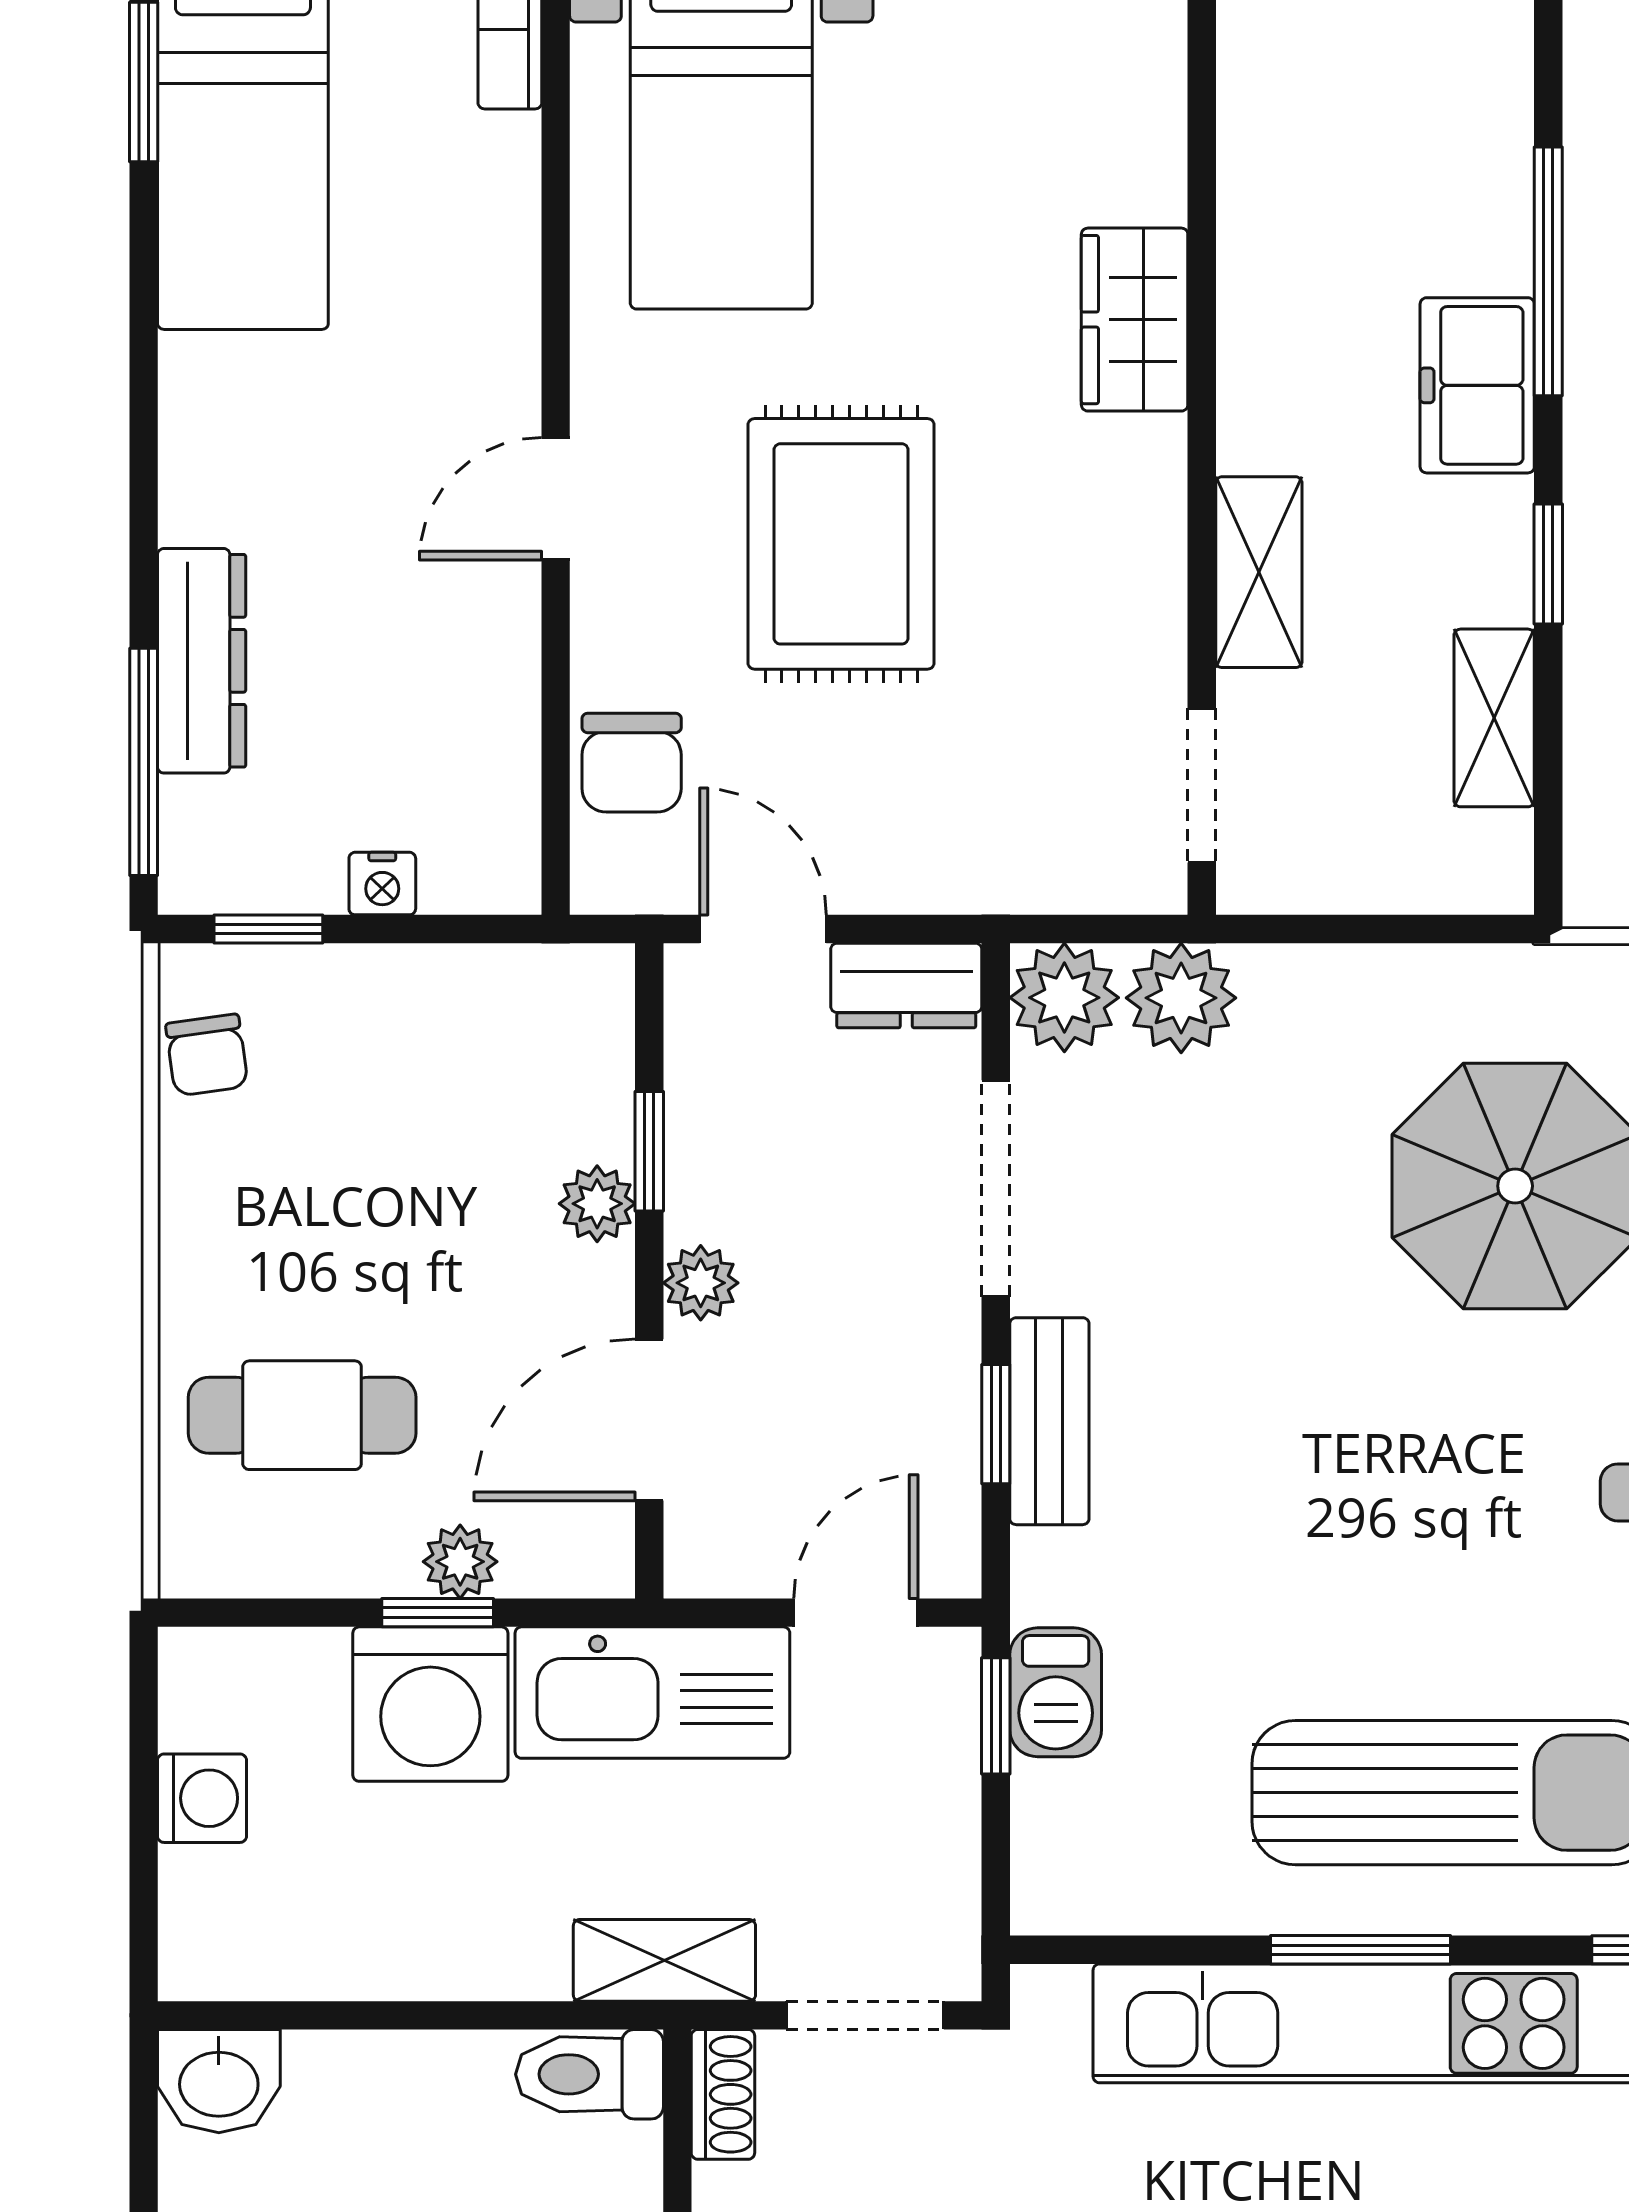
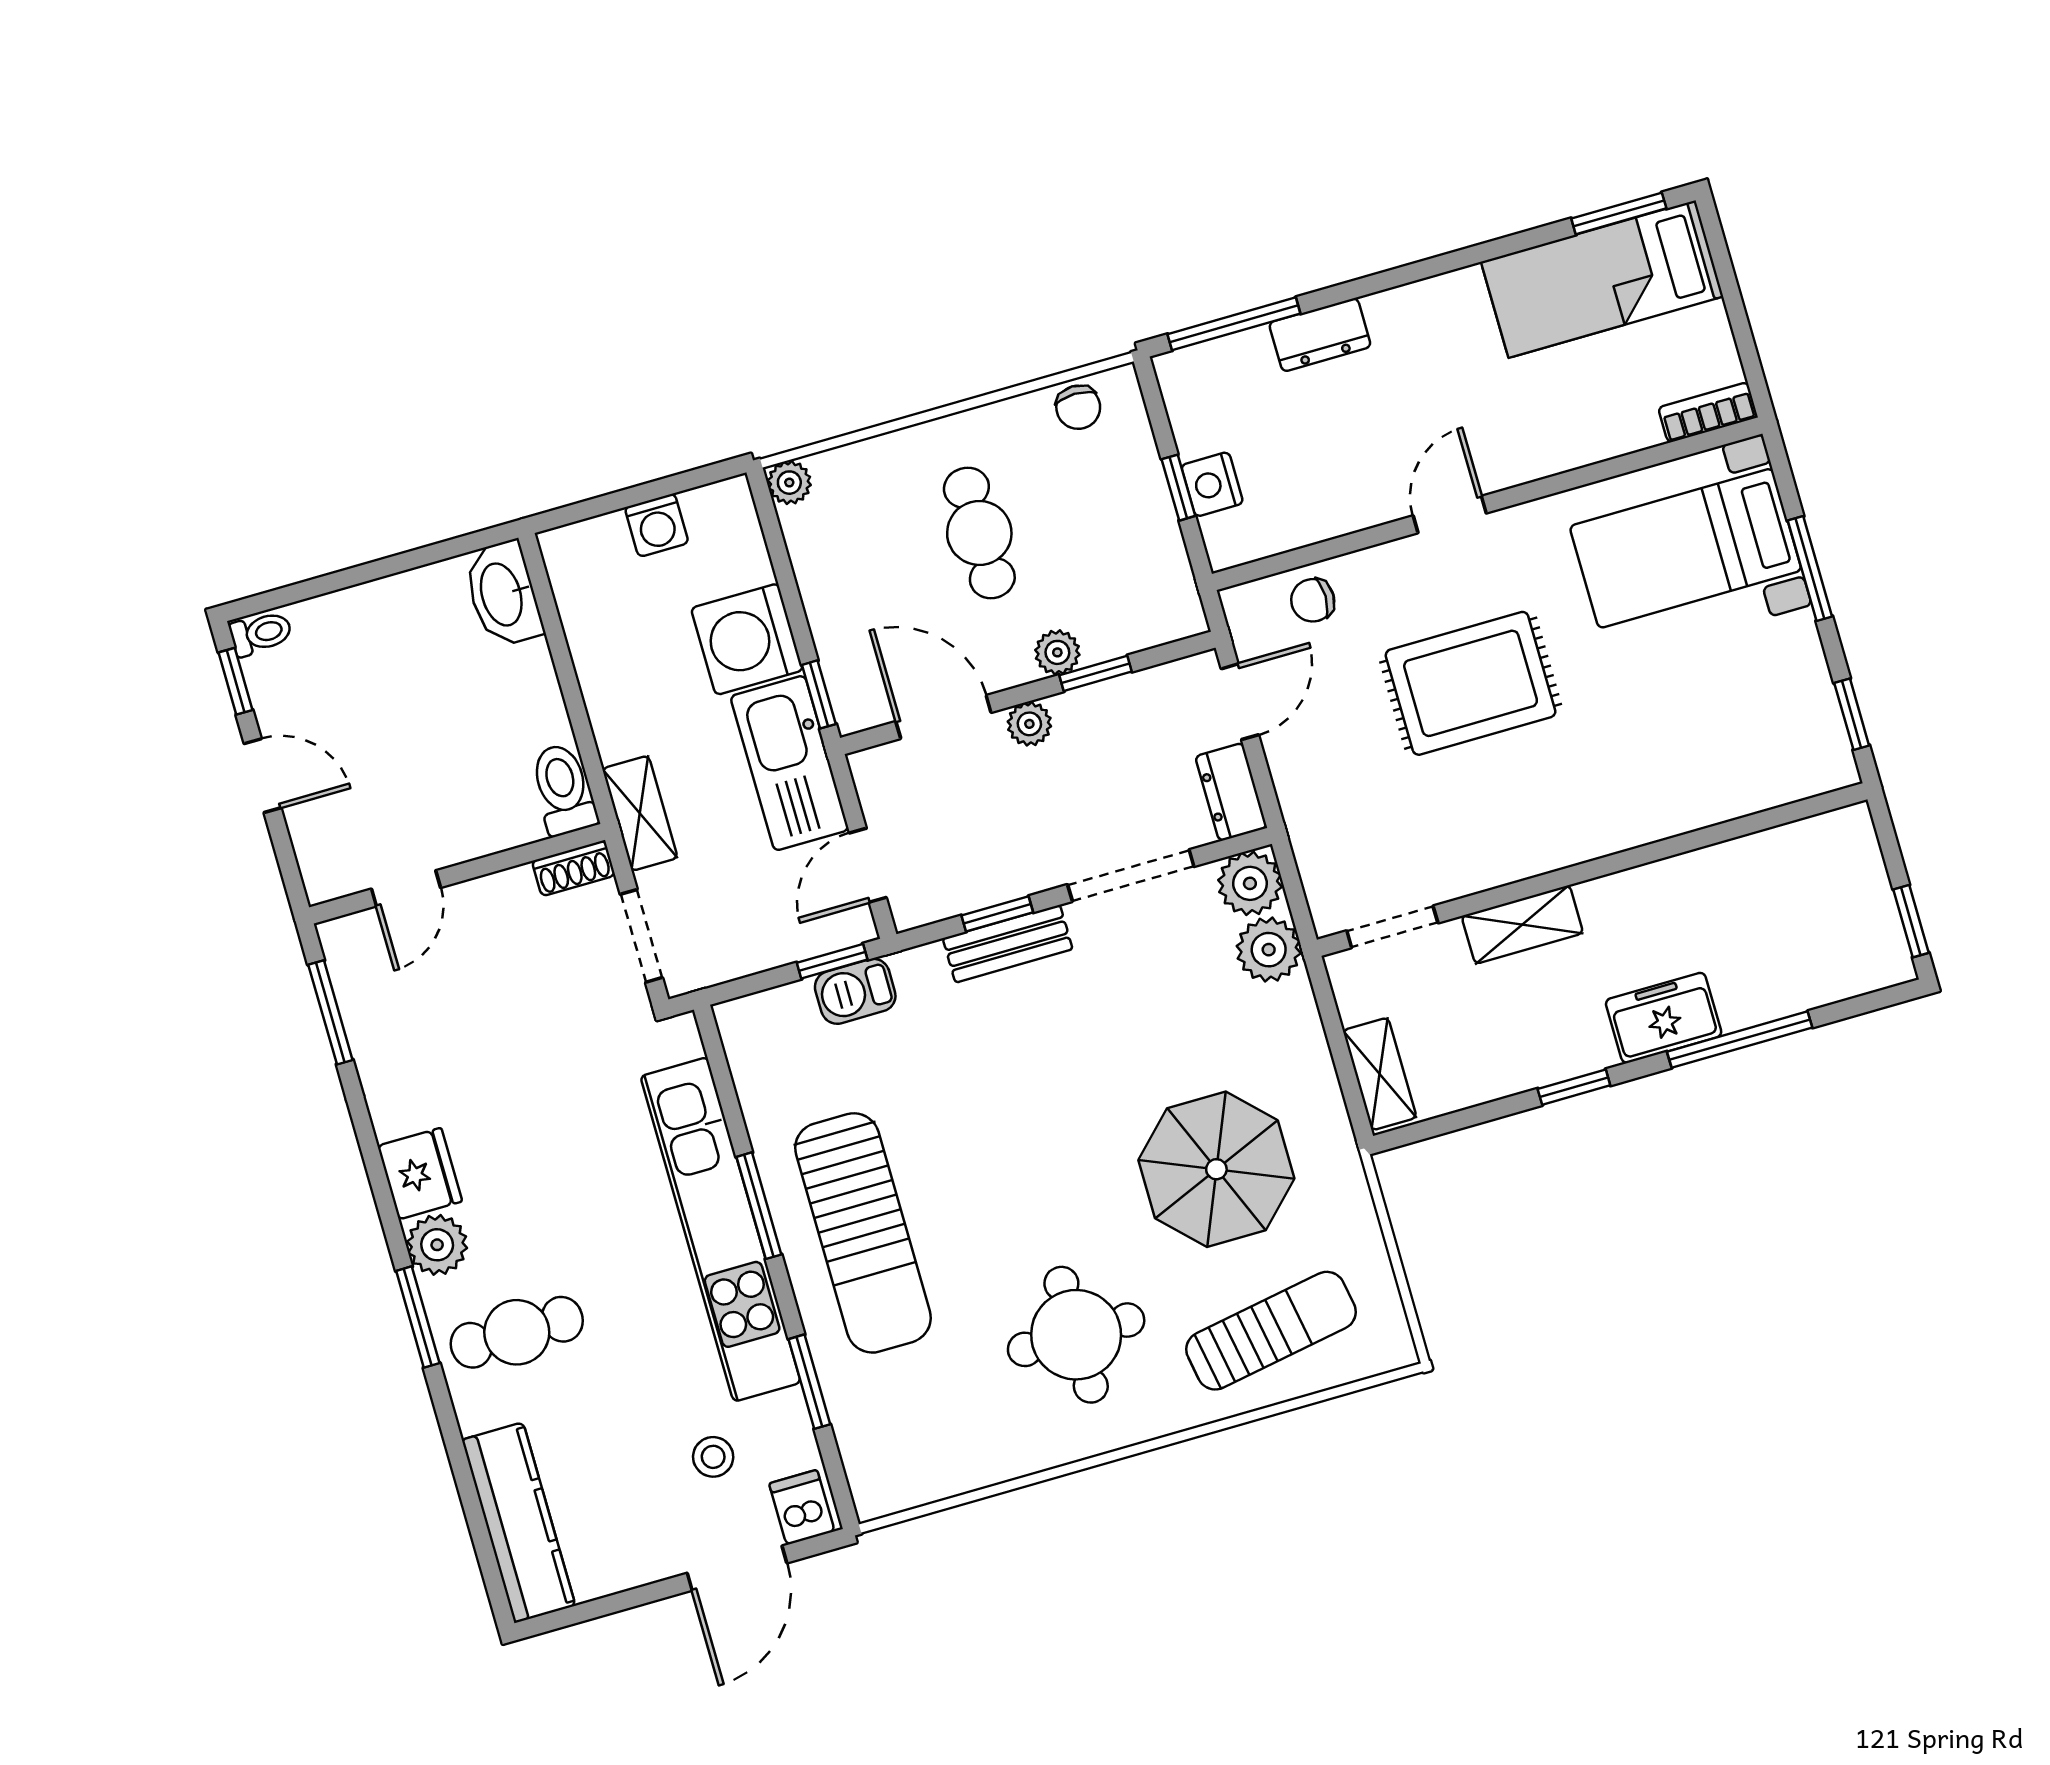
wardrobe: (1135, 320) -> (1645, 813), removed
door: (556, 499) -> (1450, 514), hinge flipped
dresser: (202, 661) -> (1320, 335), width x0.70
shelving: (1494, 718) -> (1380, 1074), moved, turned 90
chair: (632, 763) -> (1313, 600), width x0.73, depth x0.73
nightstand: (382, 884) -> (1212, 484), width x1.39, depth x1.35
window: (268, 929) -> (1178, 488), moved
chair: (207, 1055) -> (1078, 407), turned -82
cafe table: (302, 1415) -> (979, 533), moved
plant: (460, 1562) -> (789, 483), moved
window: (438, 1613) -> (819, 694), moved
door: (856, 1613) -> (868, 865), swing flipped
washbasin: (219, 2081) -> (503, 594), width x1.38

